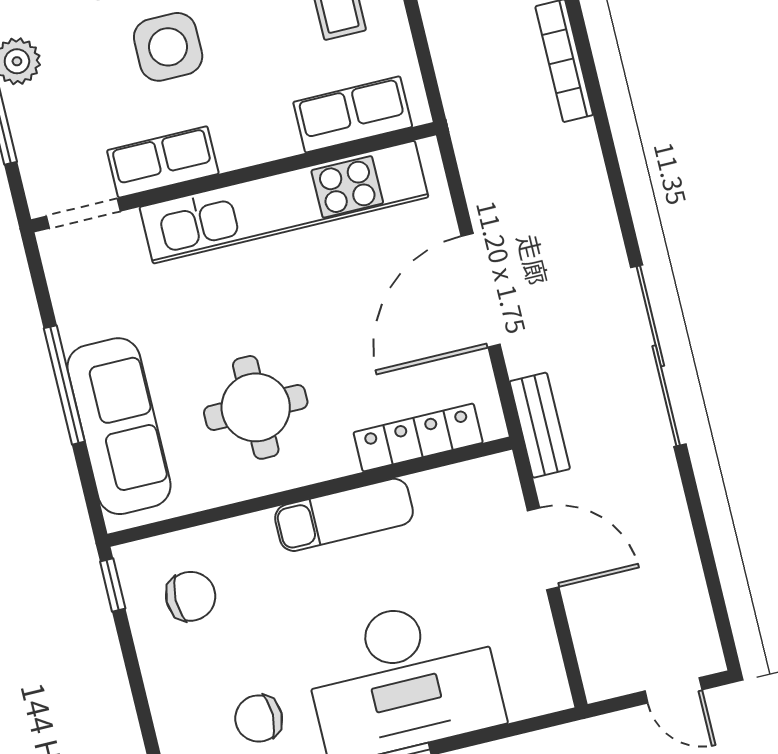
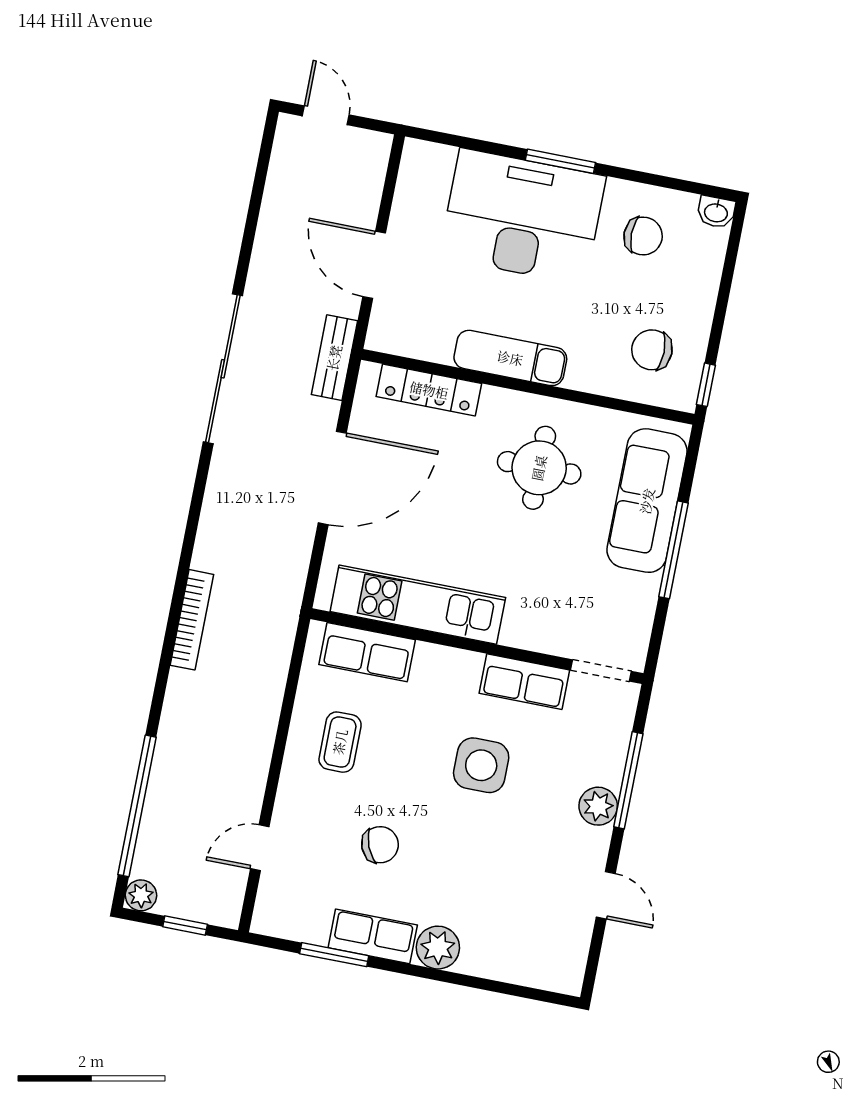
kitchen unit: (284, 202) -> (418, 605), width x0.73

